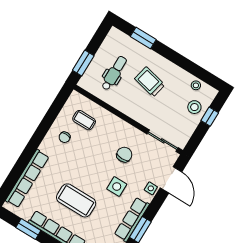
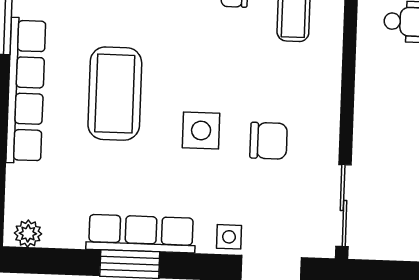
side table: (117, 187) -> (201, 130), moved

